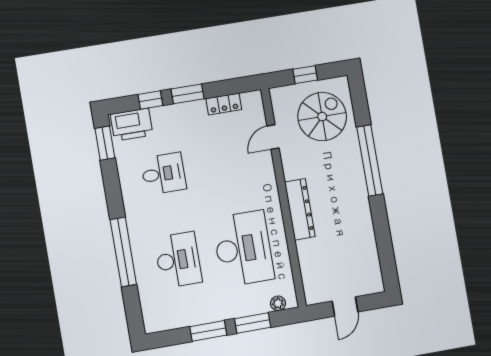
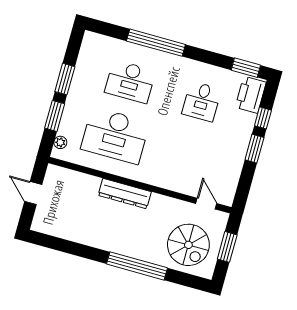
window: (305, 75) -> (227, 247), width x1.50
locker: (224, 104) -> (234, 173), removed
door: (273, 137) -> (206, 204), moved

